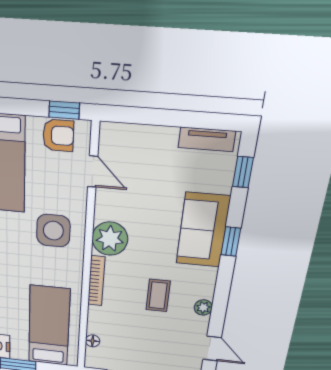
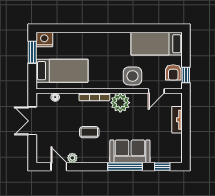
tv unit: (207, 139) -> (177, 120), moved
side table: (53, 231) -> (132, 76), moved
window: (231, 242) -> (125, 167), width x2.17
plant: (203, 307) -> (72, 158), moved
door: (212, 348) -> (59, 167), swing flipped

